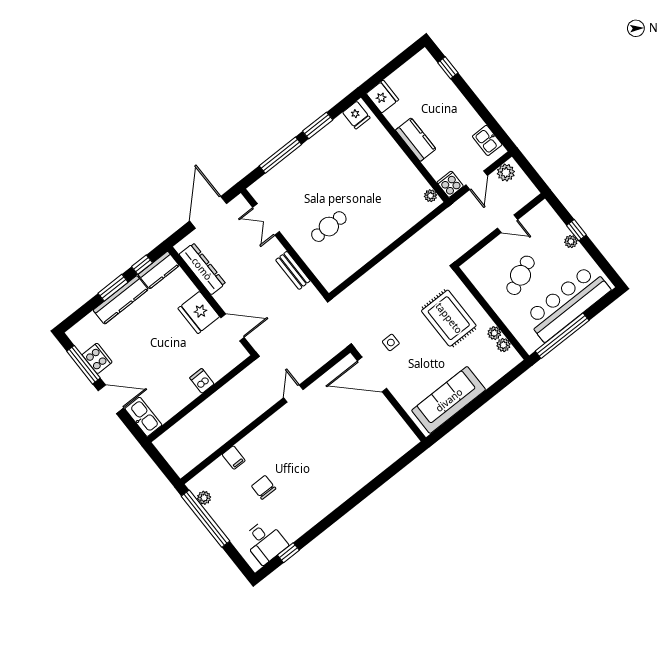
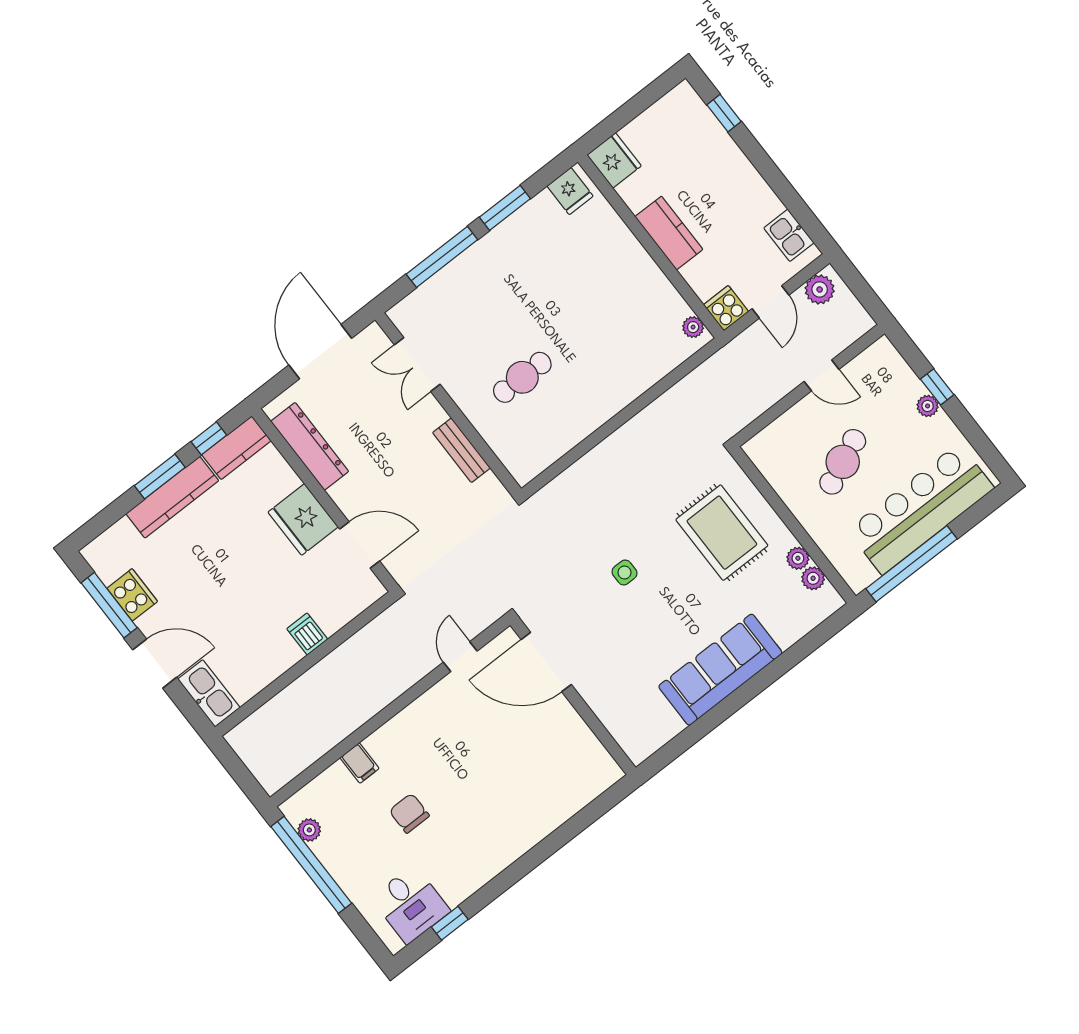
door: (372, 375) -> (546, 662), moved
wall: (388, 395) -> (573, 696), moved

